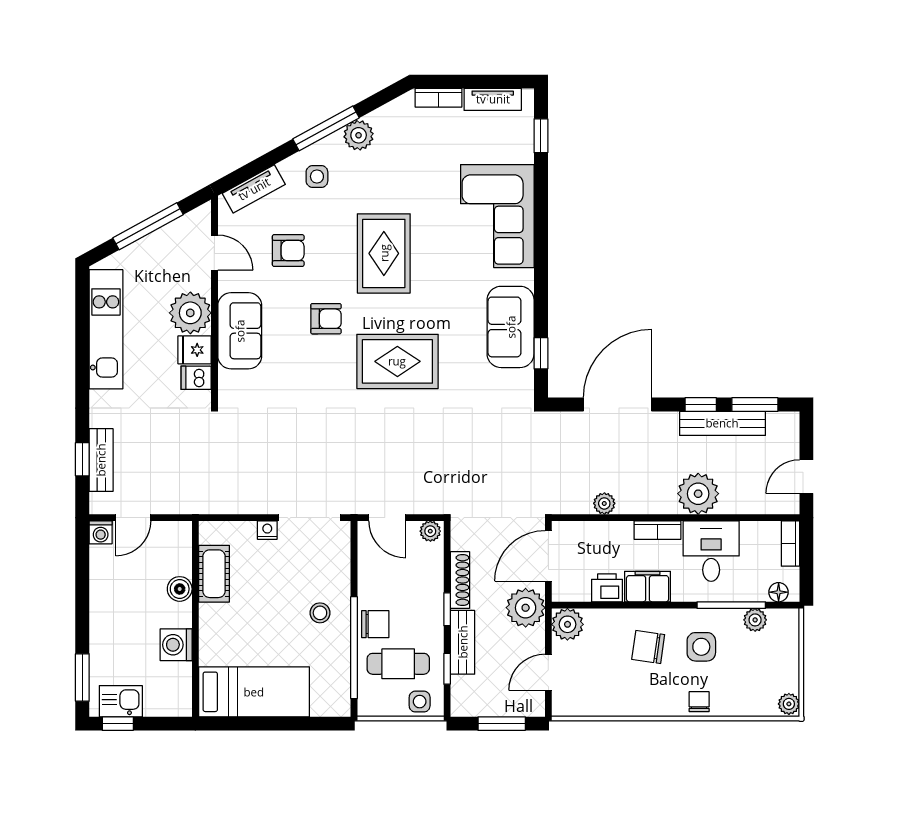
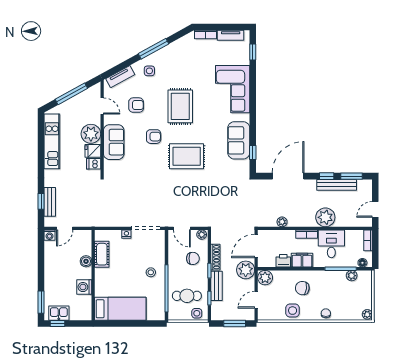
plant: (359, 135) -> (169, 52), removed
chair: (375, 624) -> (193, 258), moved
side table: (701, 647) -> (293, 311), moved

